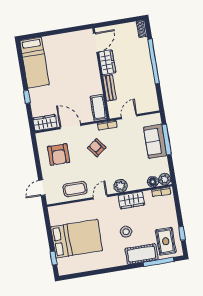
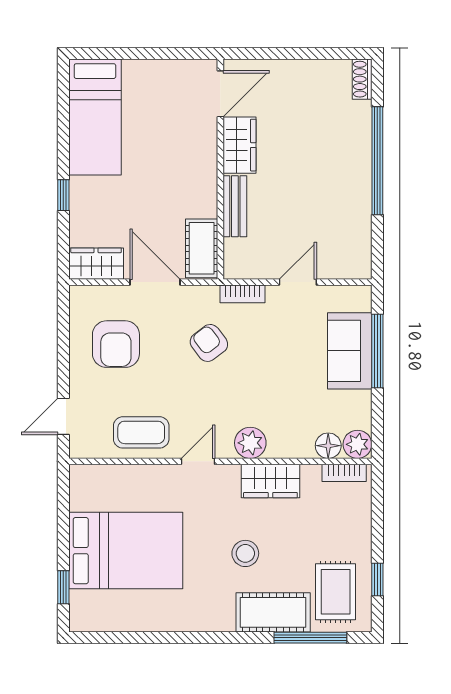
door: (96, 43) -> (220, 94), moved
wardrobe: (107, 62) -> (240, 145), moved
wall: (101, 74) -> (220, 169), moved
bench: (109, 88) -> (235, 206), moved
cot: (99, 107) -> (202, 248), moved

